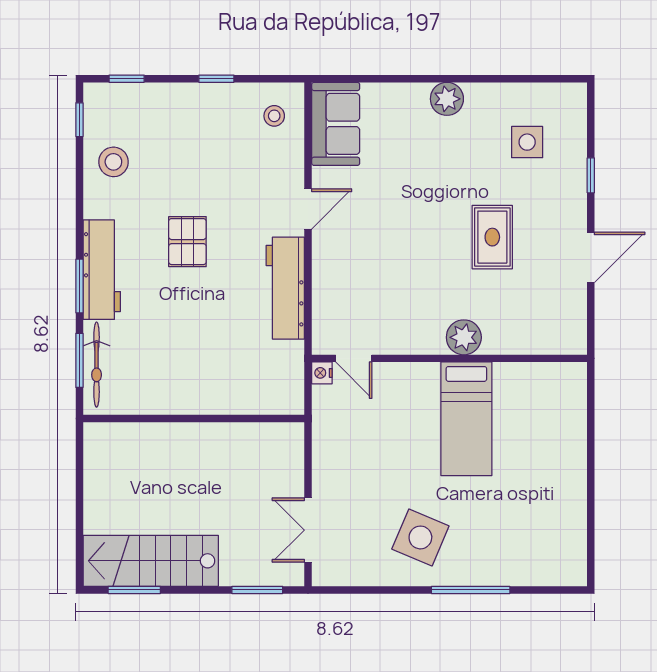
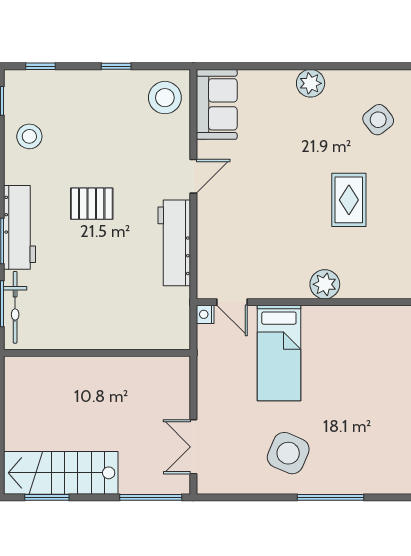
stool: (274, 116) -> (165, 98), width x1.89, depth x1.89
side table: (527, 142) -> (378, 120), turned -38
pallet: (187, 242) -> (92, 204), turned 90
bed: (466, 419) -> (279, 353), moved
window: (257, 590) -> (151, 497), width x1.44

